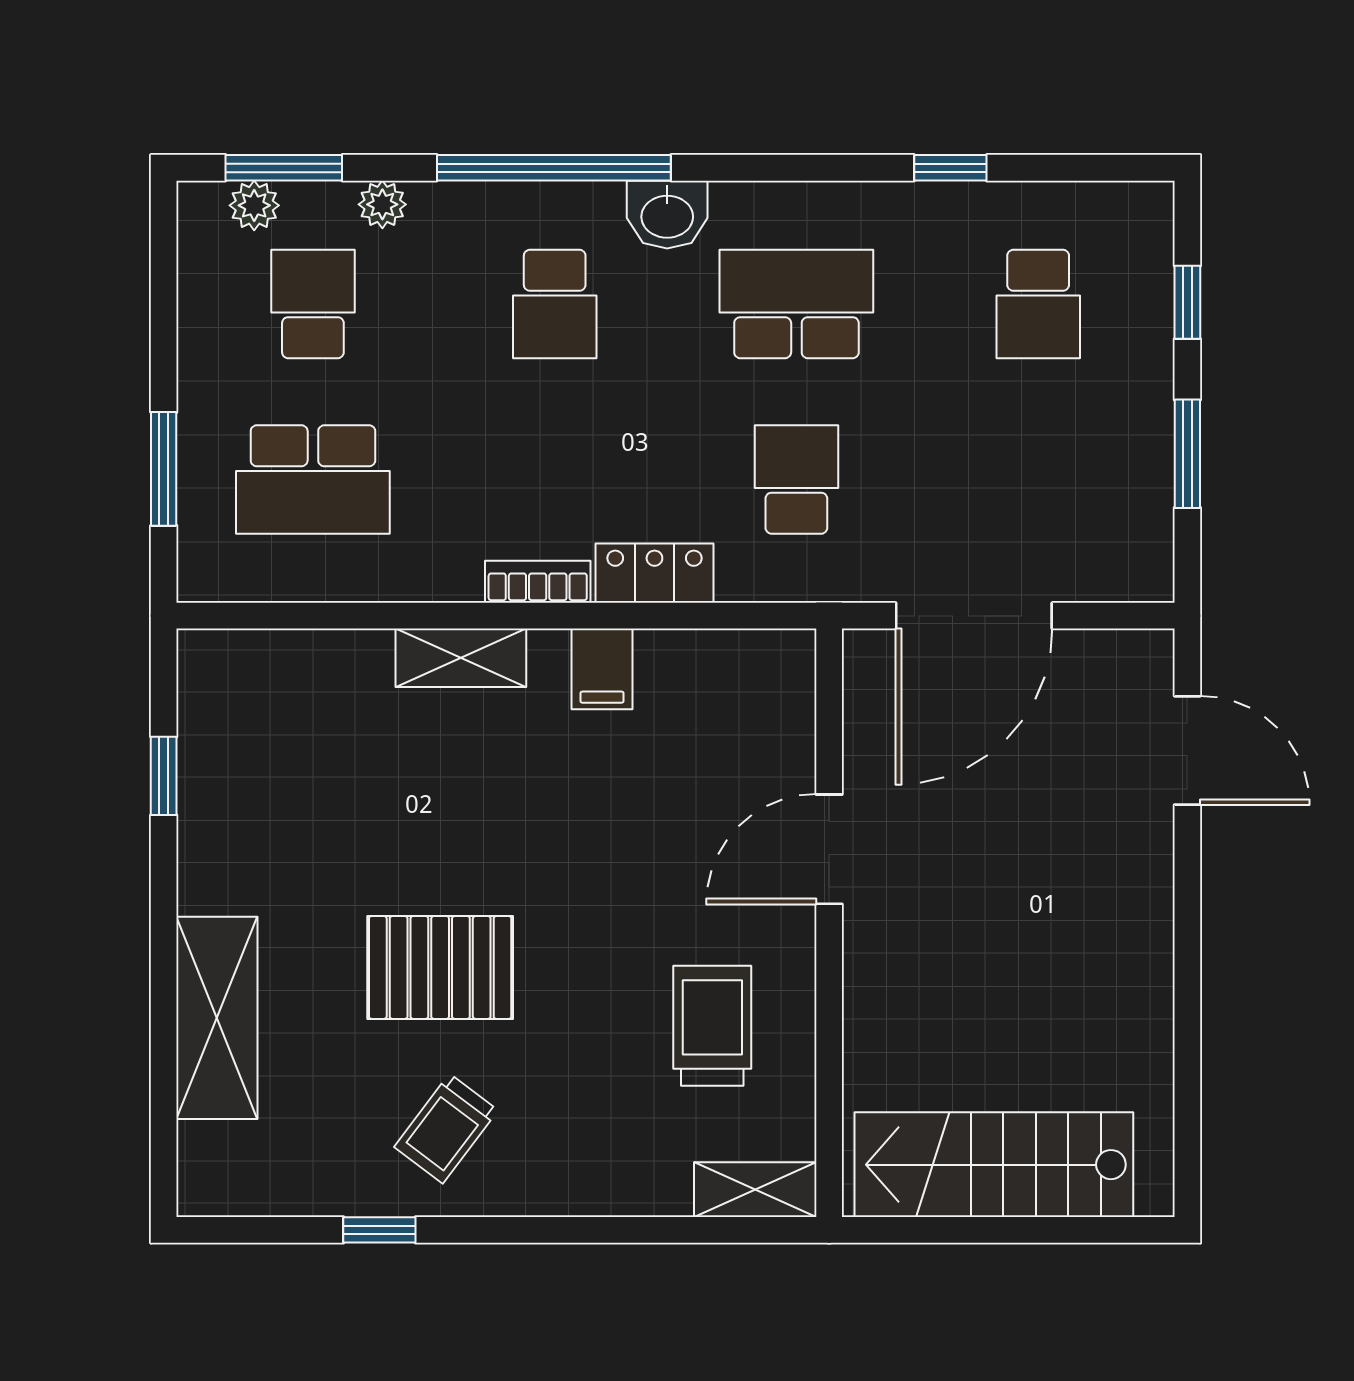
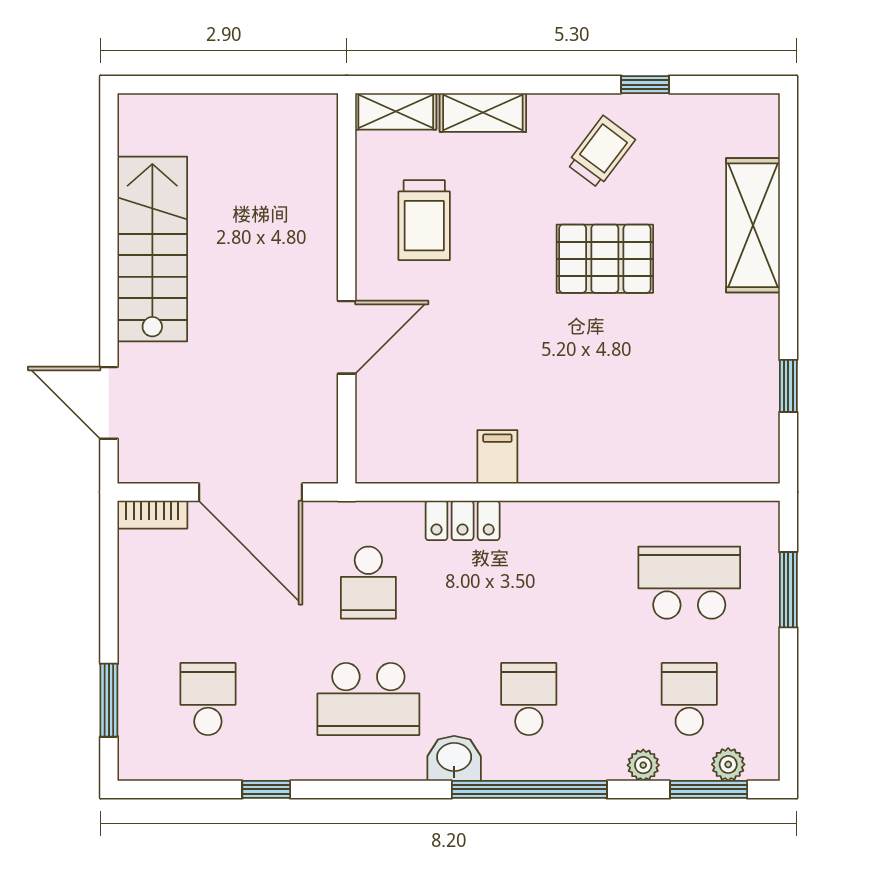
window: (1187, 302) -> (109, 700), width x1.50
school desk: (313, 304) -> (689, 699), turned 180
window: (1187, 454) -> (109, 600), removed
bookcase: (538, 582) -> (152, 515), moved
door: (974, 616) -> (251, 492), swing flipped
shelving: (461, 658) -> (483, 113), moved
stairs: (994, 1165) -> (152, 249), moved, turned -90

